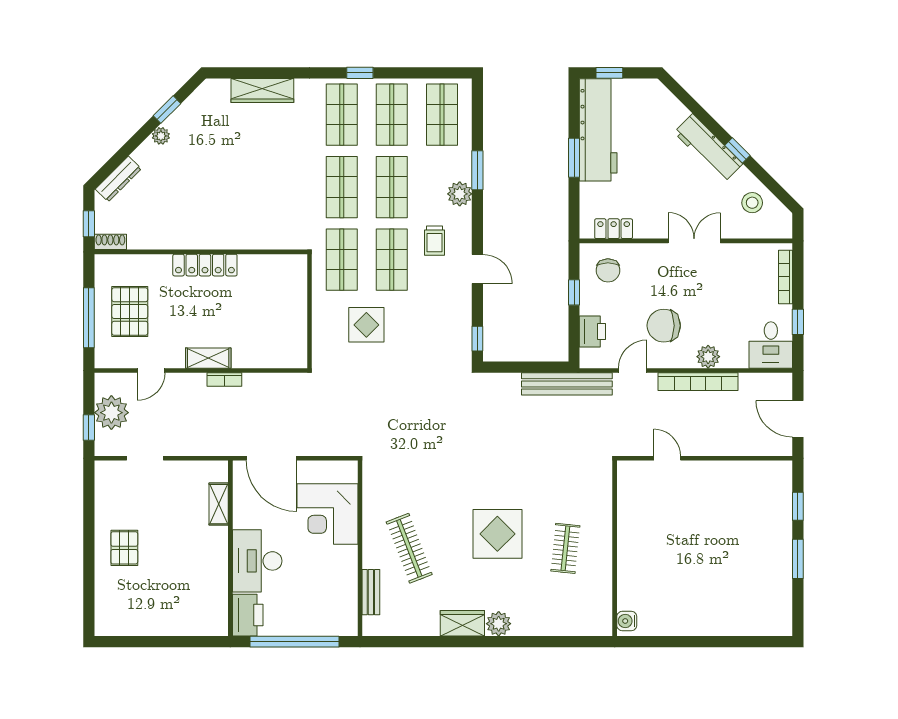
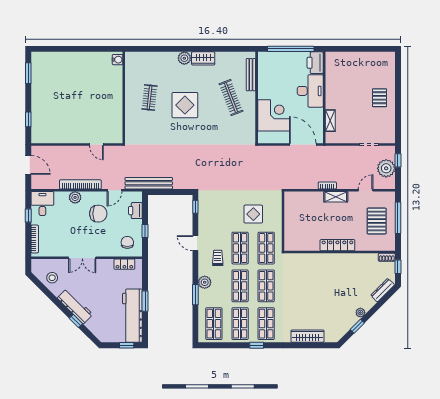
window: (737, 150) -> (76, 321), moved
window: (798, 559) -> (28, 73), moved
bench: (371, 592) -> (251, 75), width x1.36

